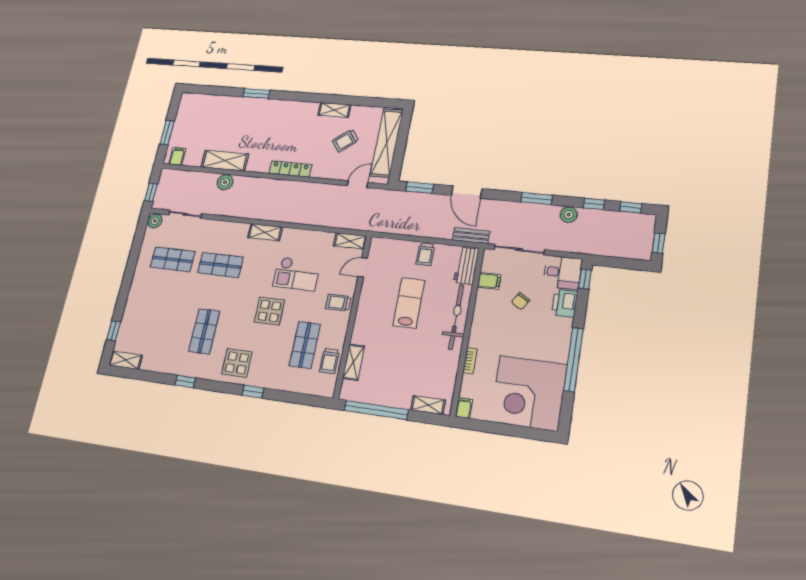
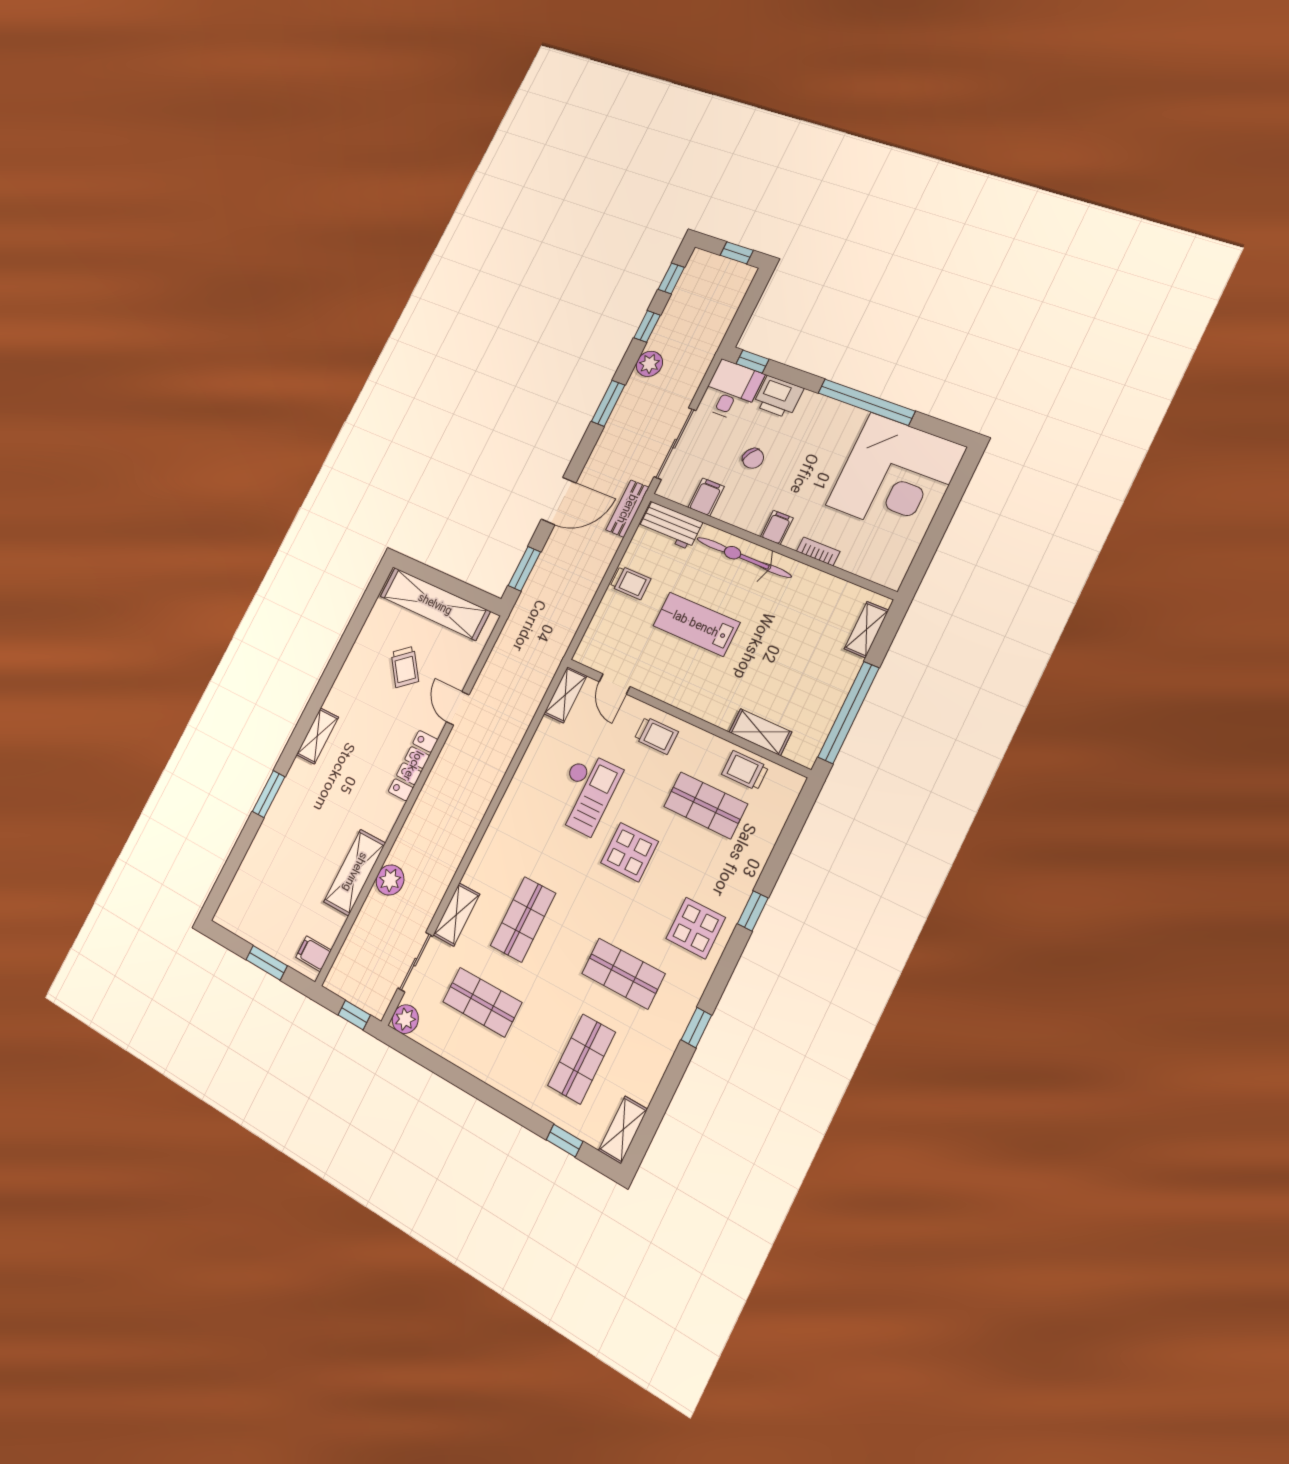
shelving: (334, 110) -> (317, 736), moved
door: (358, 184) -> (458, 708), moved
shelving: (265, 232) -> (456, 915), moved
shop shelf: (173, 259) -> (482, 1002), turned 90
trolley: (338, 303) -> (656, 735), turned -90
shop shelf: (156, 325) -> (582, 1059), added
trolley: (329, 361) -> (745, 770), turned 180
filing cabinet: (464, 408) -> (777, 527), moved, turned 90

